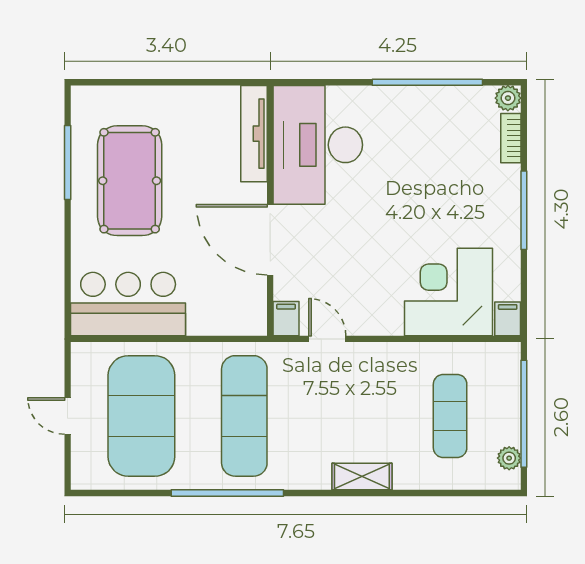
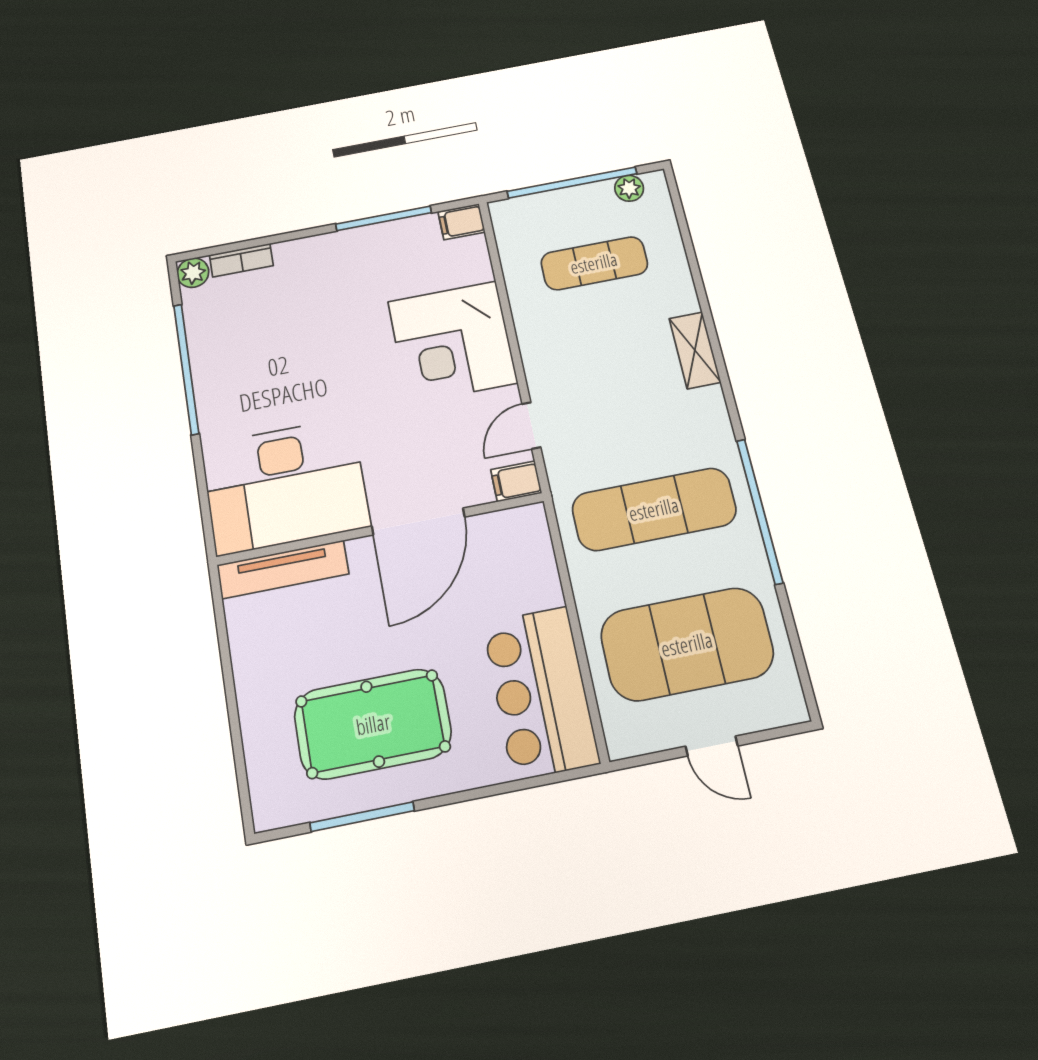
window: (524, 210) -> (384, 218), moved
corner desk: (449, 292) -> (452, 342), moved
door: (68, 416) -> (712, 746), hinge flipped

